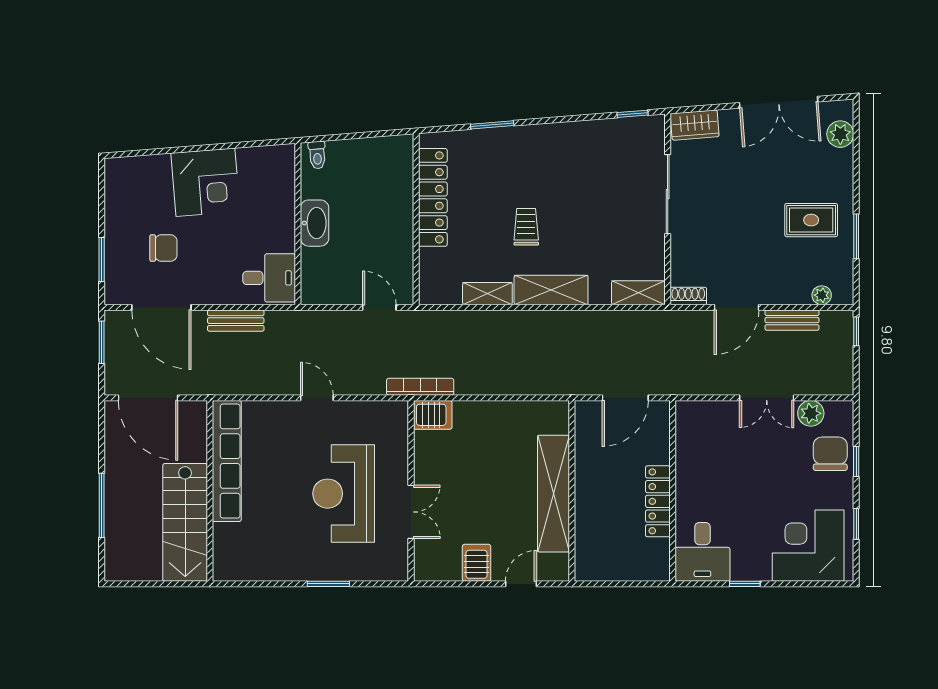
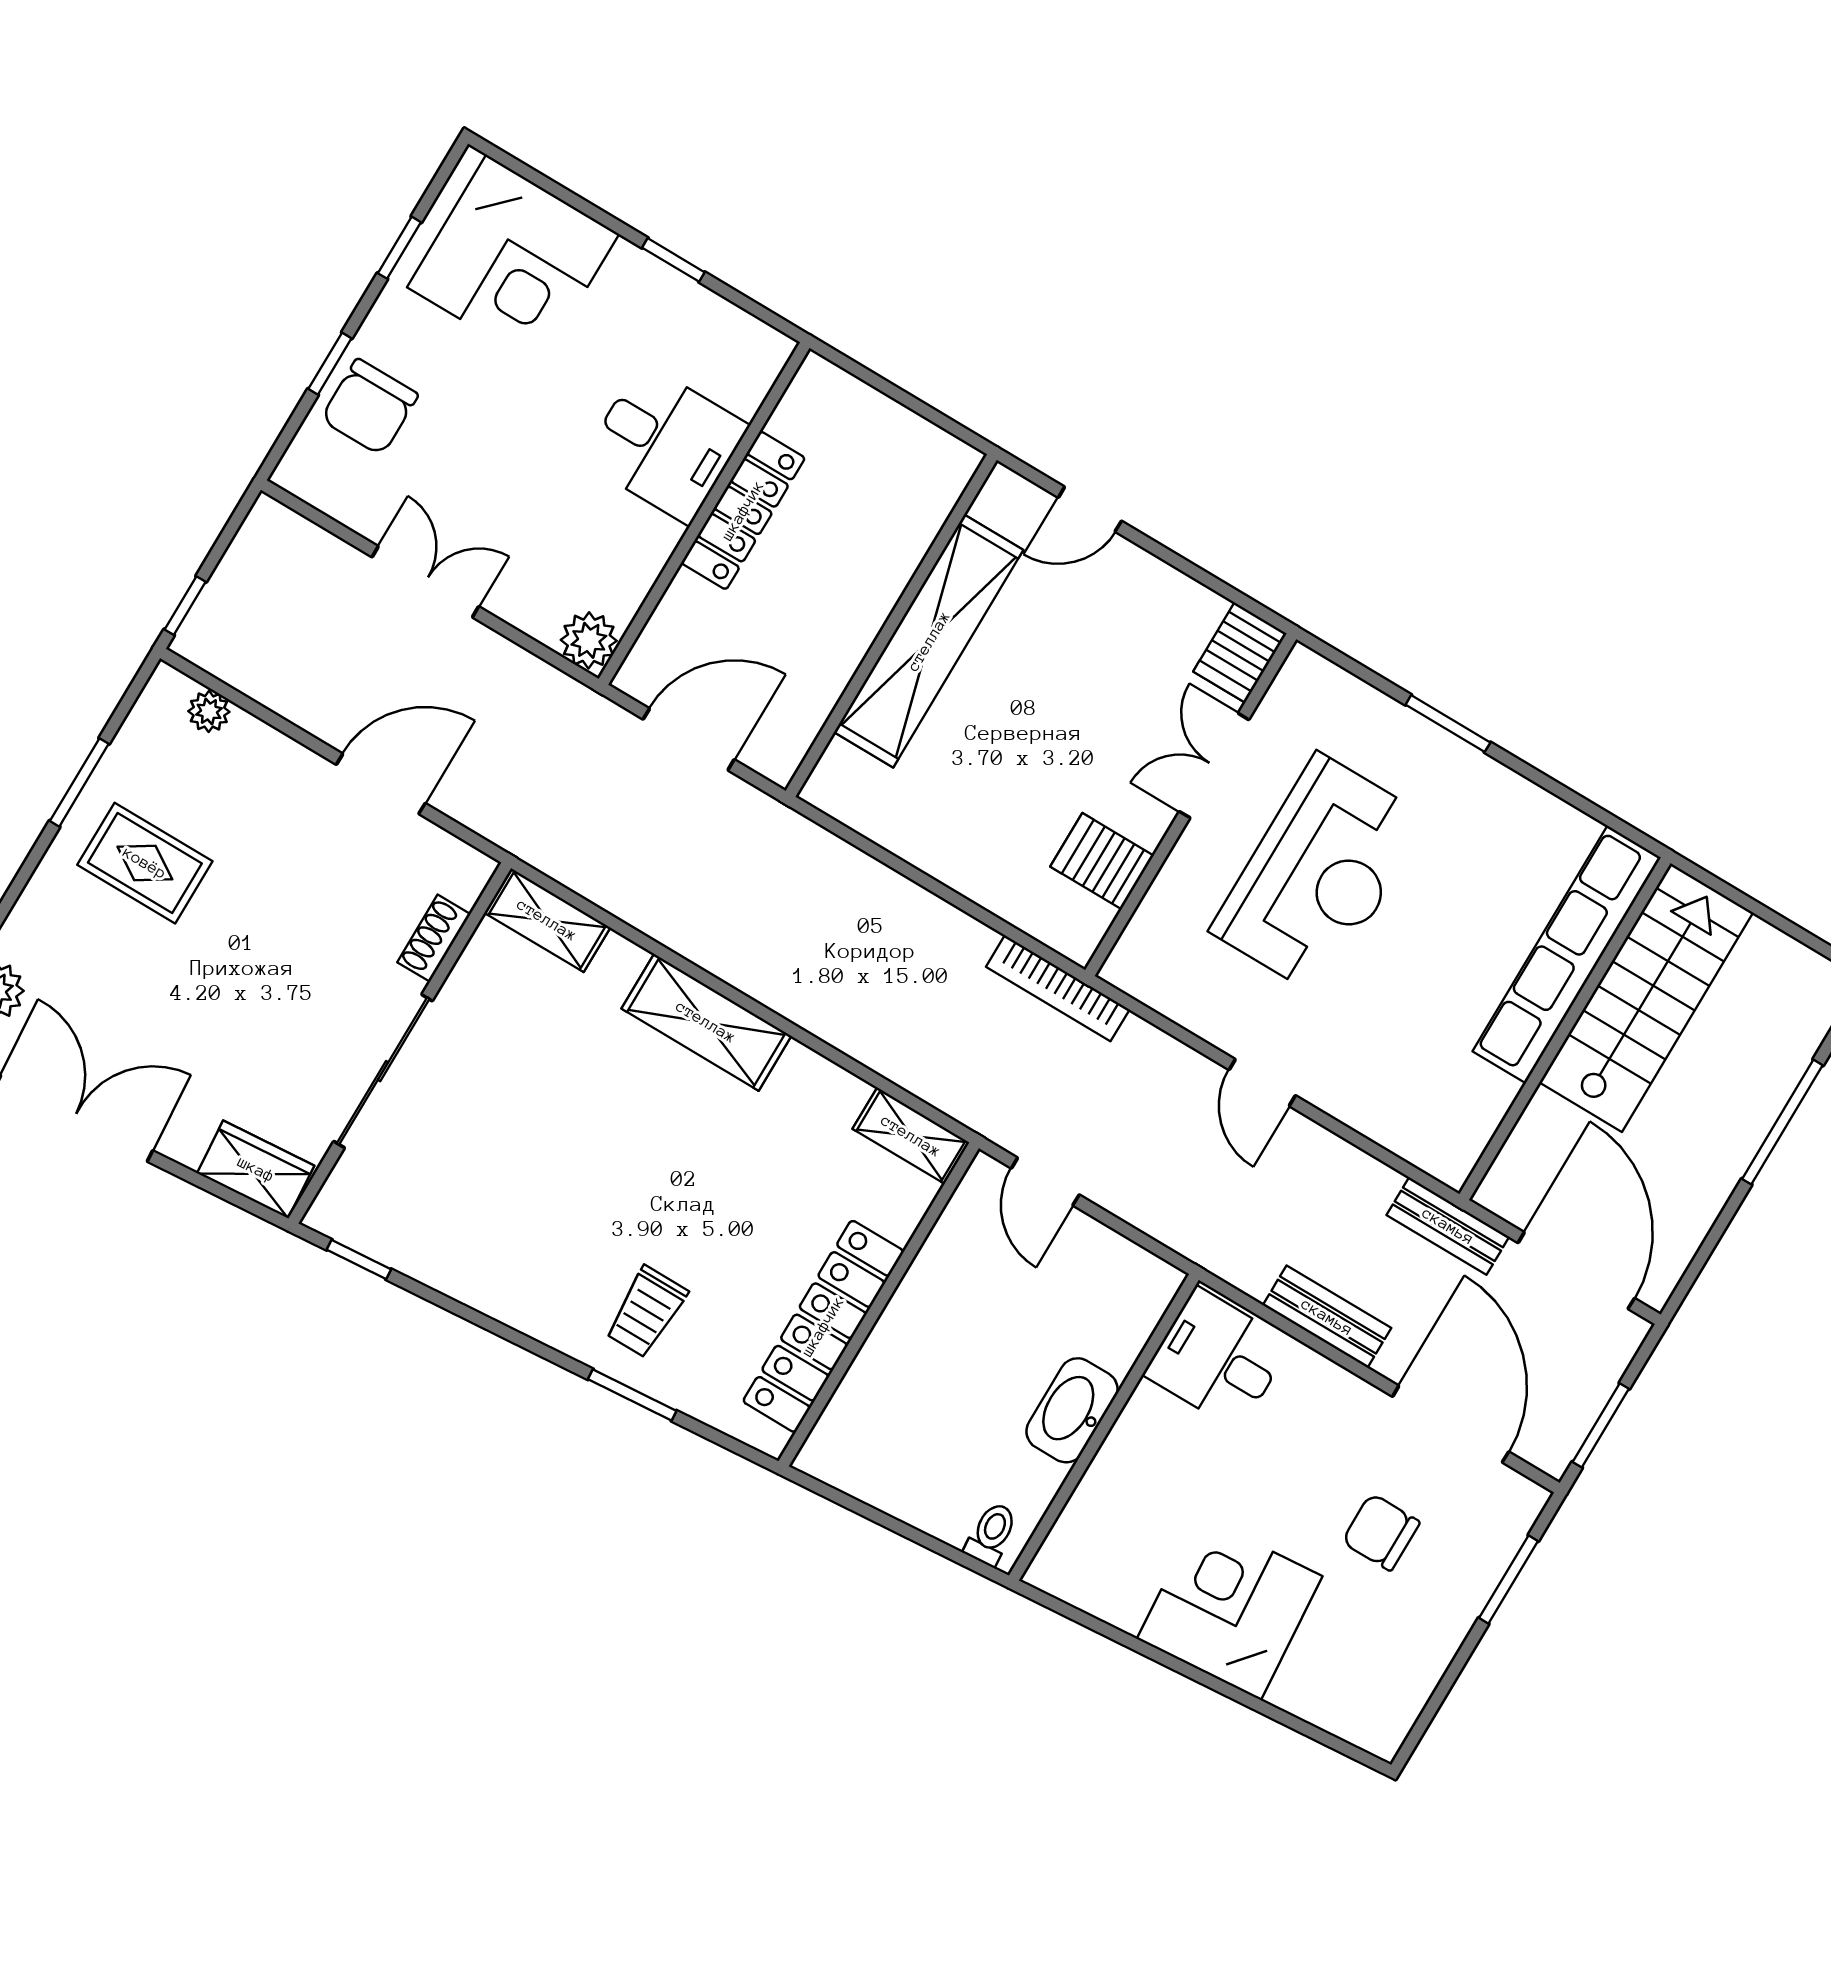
trolley: (526, 227) -> (646, 1312), moved
shelving: (487, 294) -> (911, 1136), moved
shoe rack: (688, 296) -> (434, 938), moved, turned 90
bench: (792, 320) -> (1448, 1226), moved
plant: (811, 413) -> (589, 640), moved
server rack: (433, 415) -> (1102, 861), moved
row of seats: (227, 461) -> (1567, 954), moved
desk: (702, 552) -> (665, 443), moved, turned 90
server rack: (477, 563) -> (1240, 652), moved

